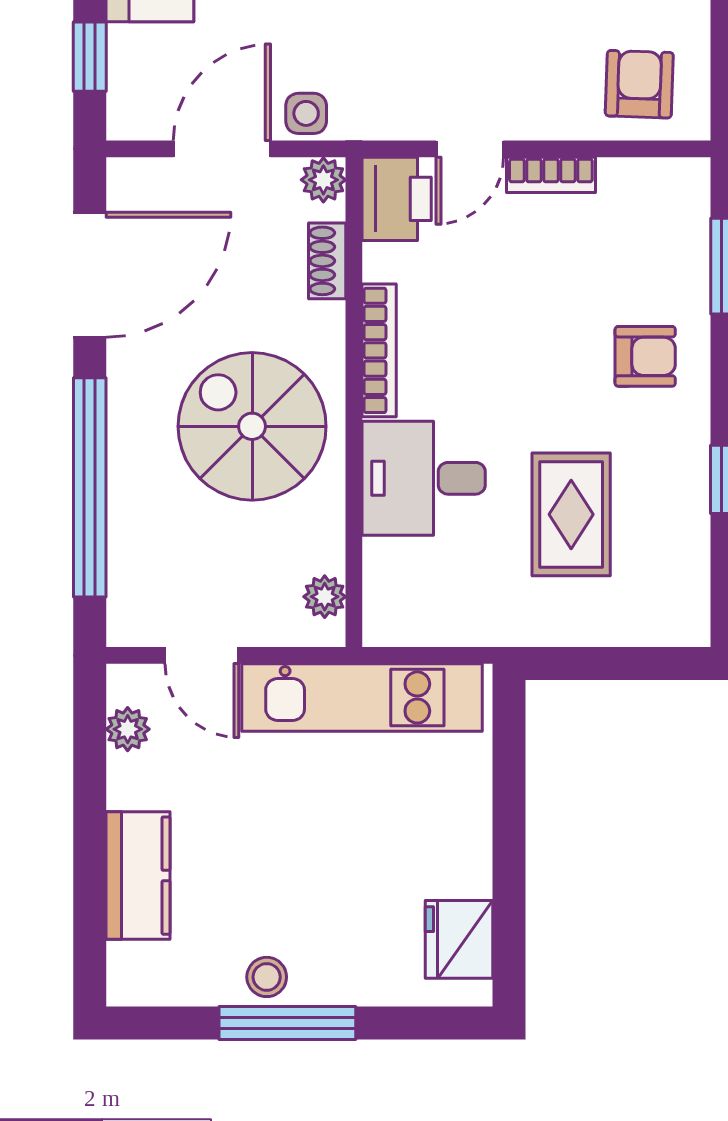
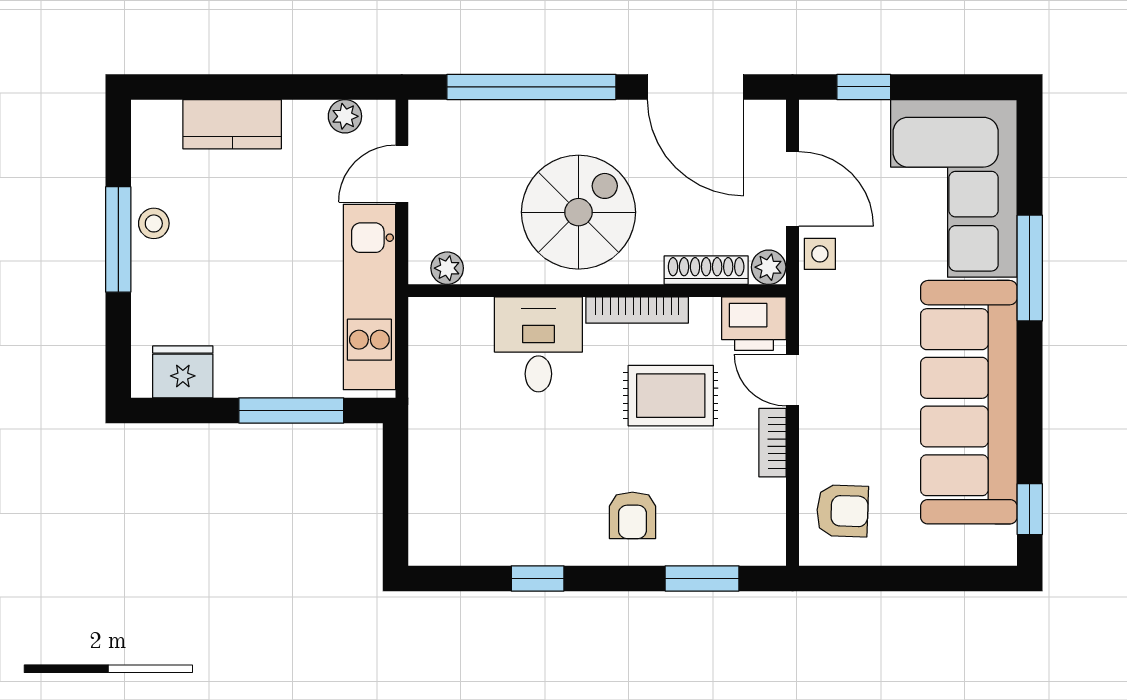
shoe rack: (327, 261) -> (706, 270), width x1.43
rug: (571, 514) -> (671, 396), moved
window: (509, 799) -> (291, 410), added

